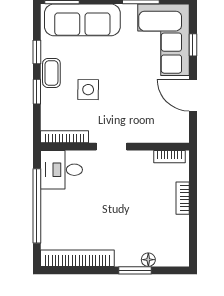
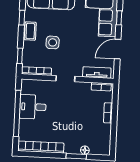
window: (37, 92) -> (20, 56), moved
door: (193, 95) -> (118, 49), hinge flipped
tv unit: (161, 134) -> (97, 72), added
desk: (61, 170) -> (33, 107), moved

